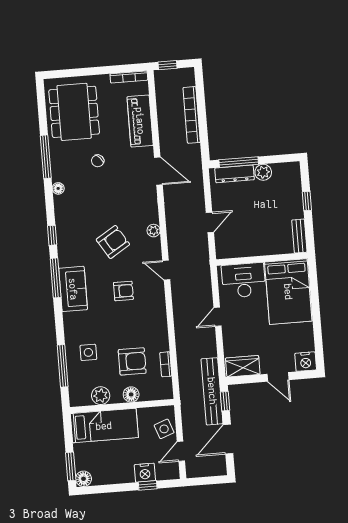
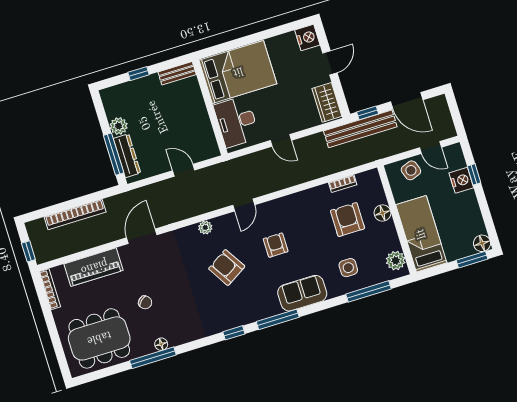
floor lamp: (58, 188) -> (161, 344), moved
sofa: (73, 289) -> (302, 293), moved
plant: (101, 396) -> (396, 261), moved

